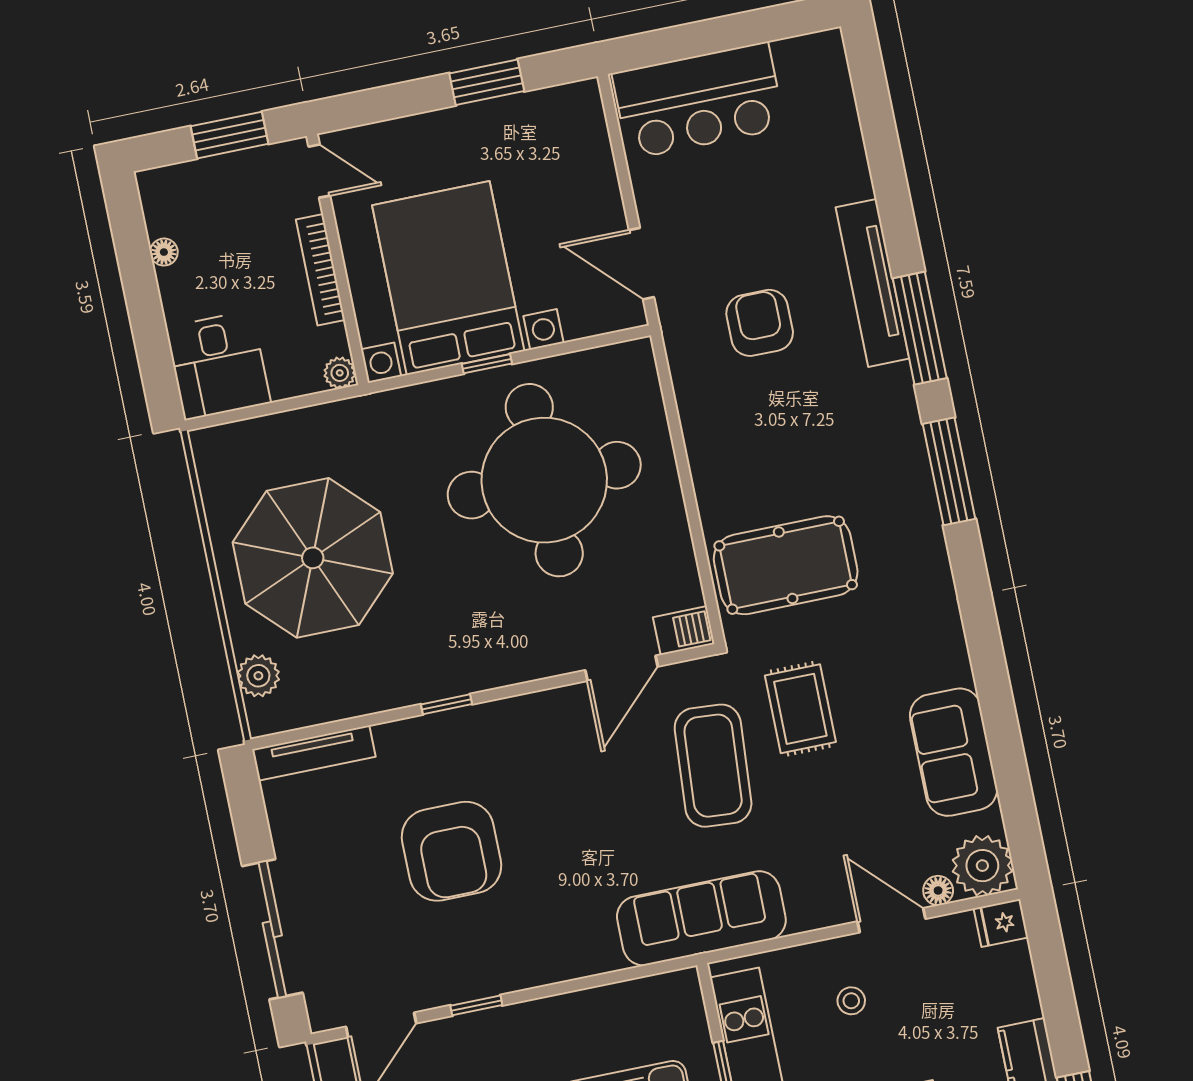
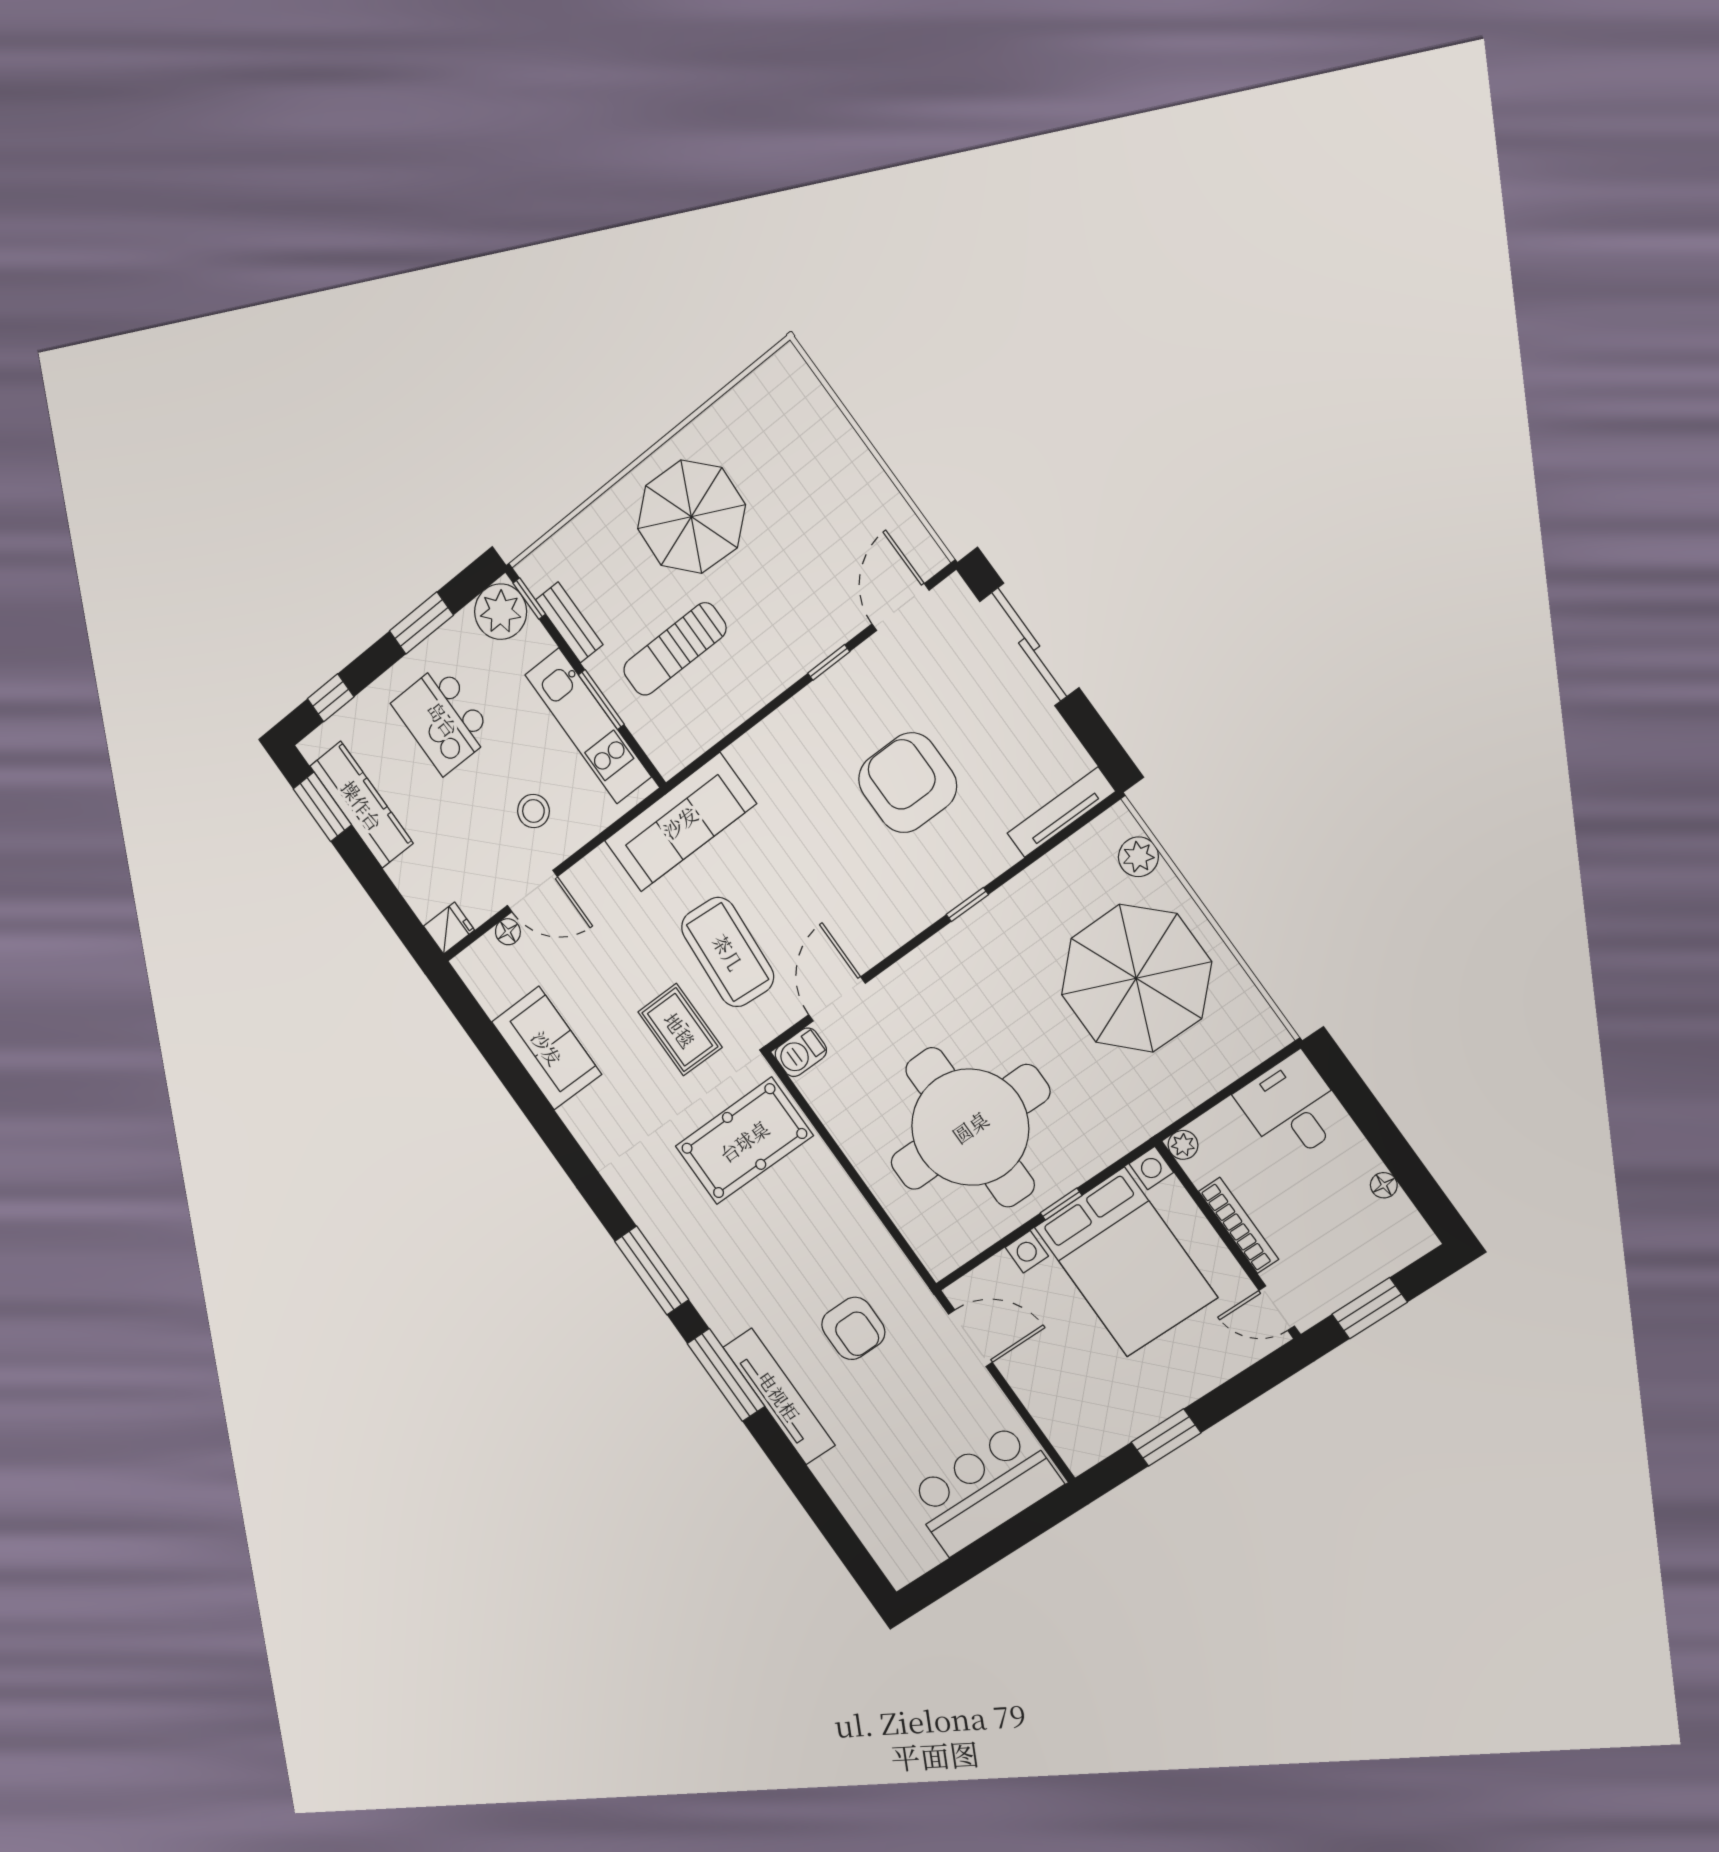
plant: (982, 866) -> (484, 967), removed
stool: (851, 1001) -> (533, 811), width x1.37, depth x1.37

